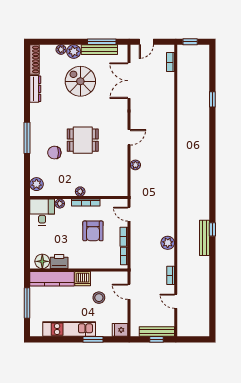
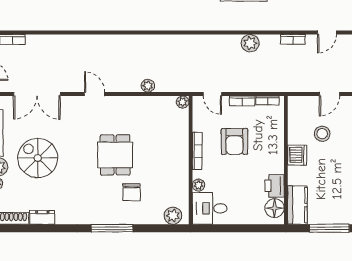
spiral stairs: (80, 81) -> (38, 158), turned 90
dresser: (35, 89) -> (42, 217), width x0.70
door: (129, 137) -> (95, 94), moved
plant: (80, 191) -> (183, 102), moved
door: (129, 214) -> (212, 94), hinge flipped
armchair: (93, 231) -> (234, 141), turned 90
kitchen counter: (52, 279) -> (297, 205), width x0.67
door: (129, 292) -> (329, 94), moved

